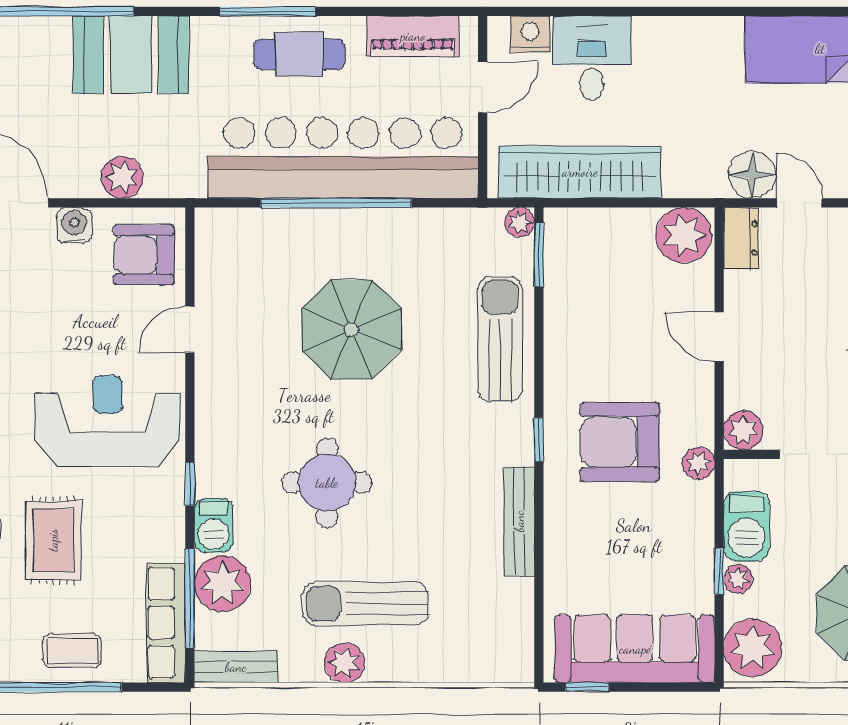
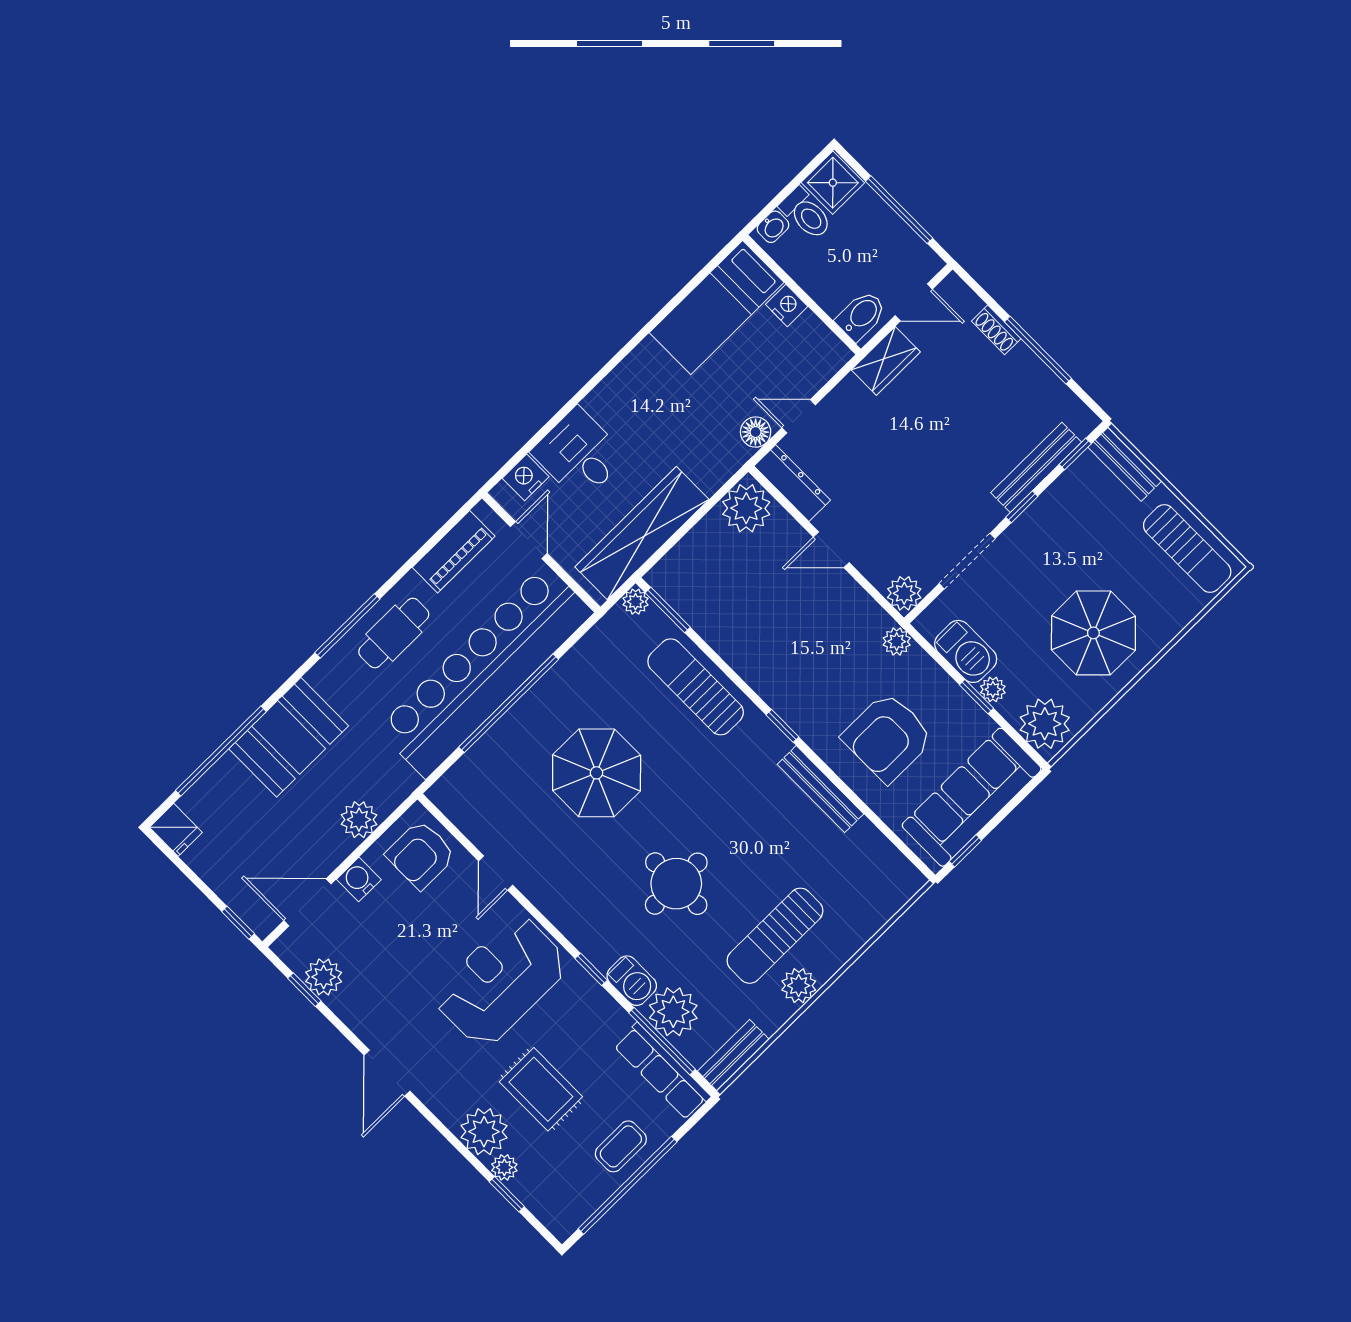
floor lamp: (752, 175) -> (756, 432), width x0.73, depth x0.73
dresser: (741, 238) -> (792, 483), width x1.44
armchair: (620, 442) -> (888, 737), moved

